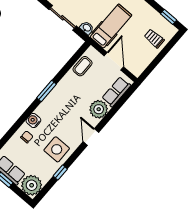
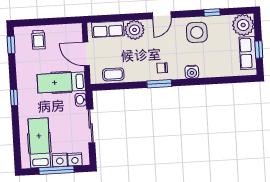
door: (114, 61) -> (86, 54), hinge flipped
chair: (27, 137) -> (162, 68), moved

